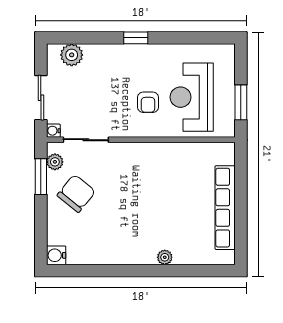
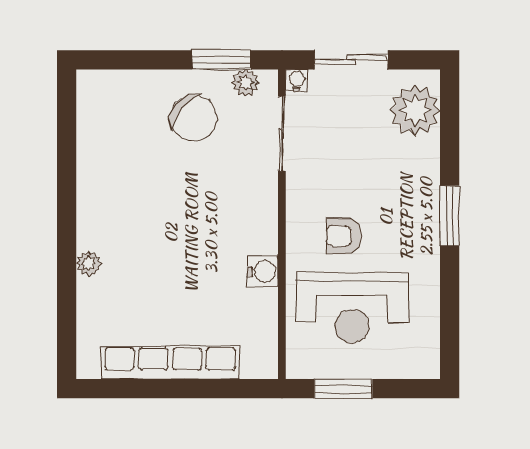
window: (136, 38) -> (450, 216), width x1.50
plant: (72, 55) -> (415, 110), width x1.36, depth x1.36
reception desk: (192, 97) -> (352, 308), turned 180
water cooler: (56, 255) -> (263, 271), moved, turned 90

